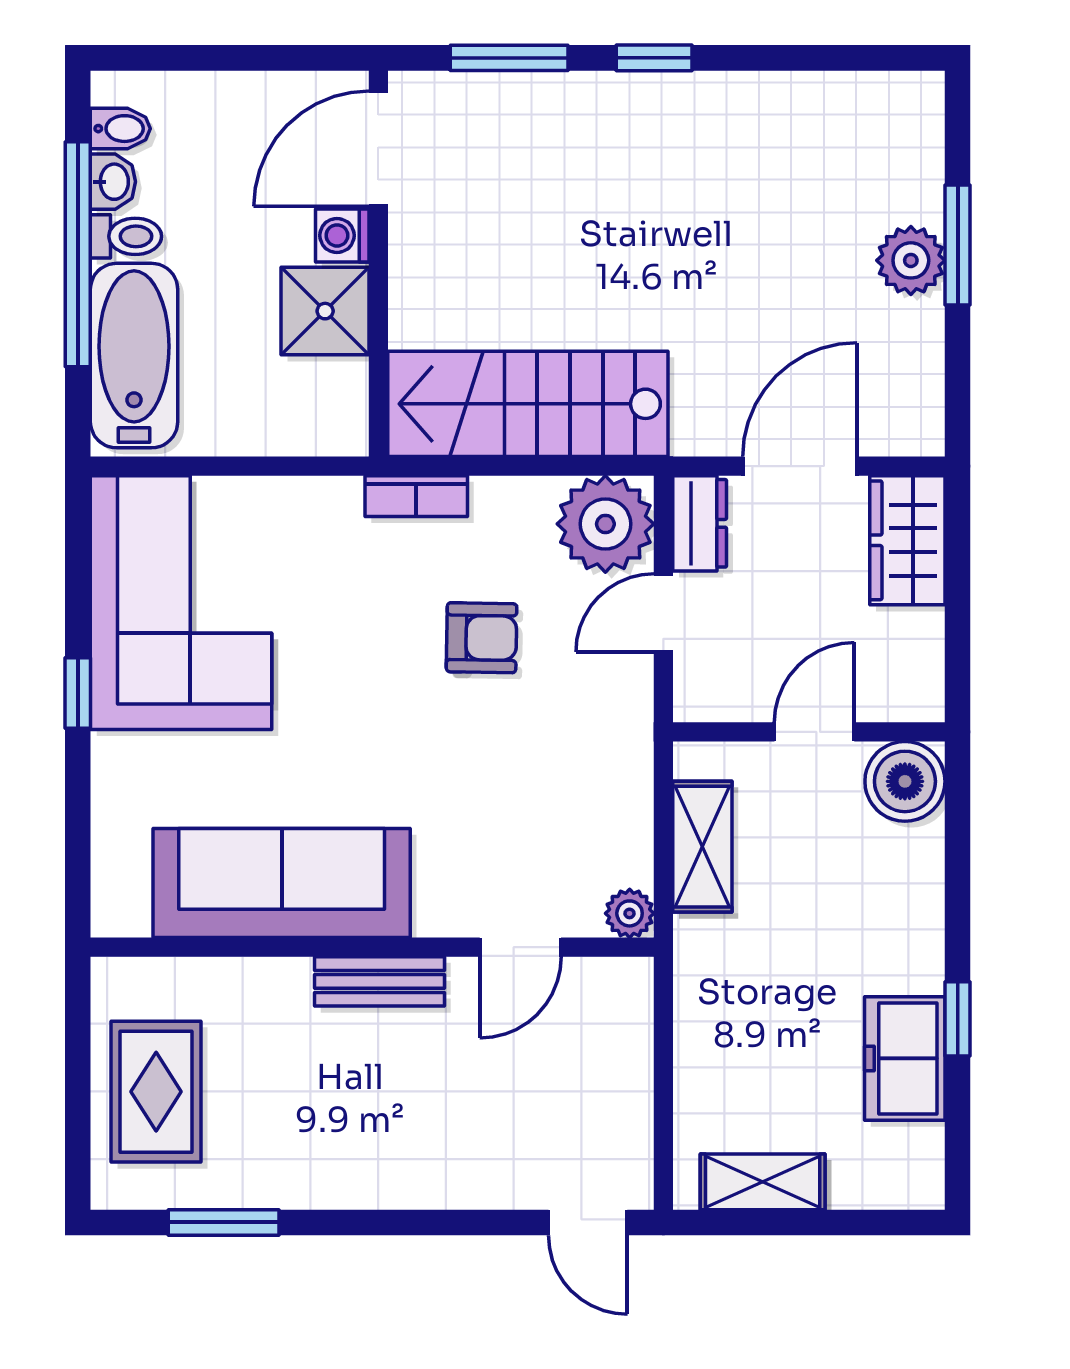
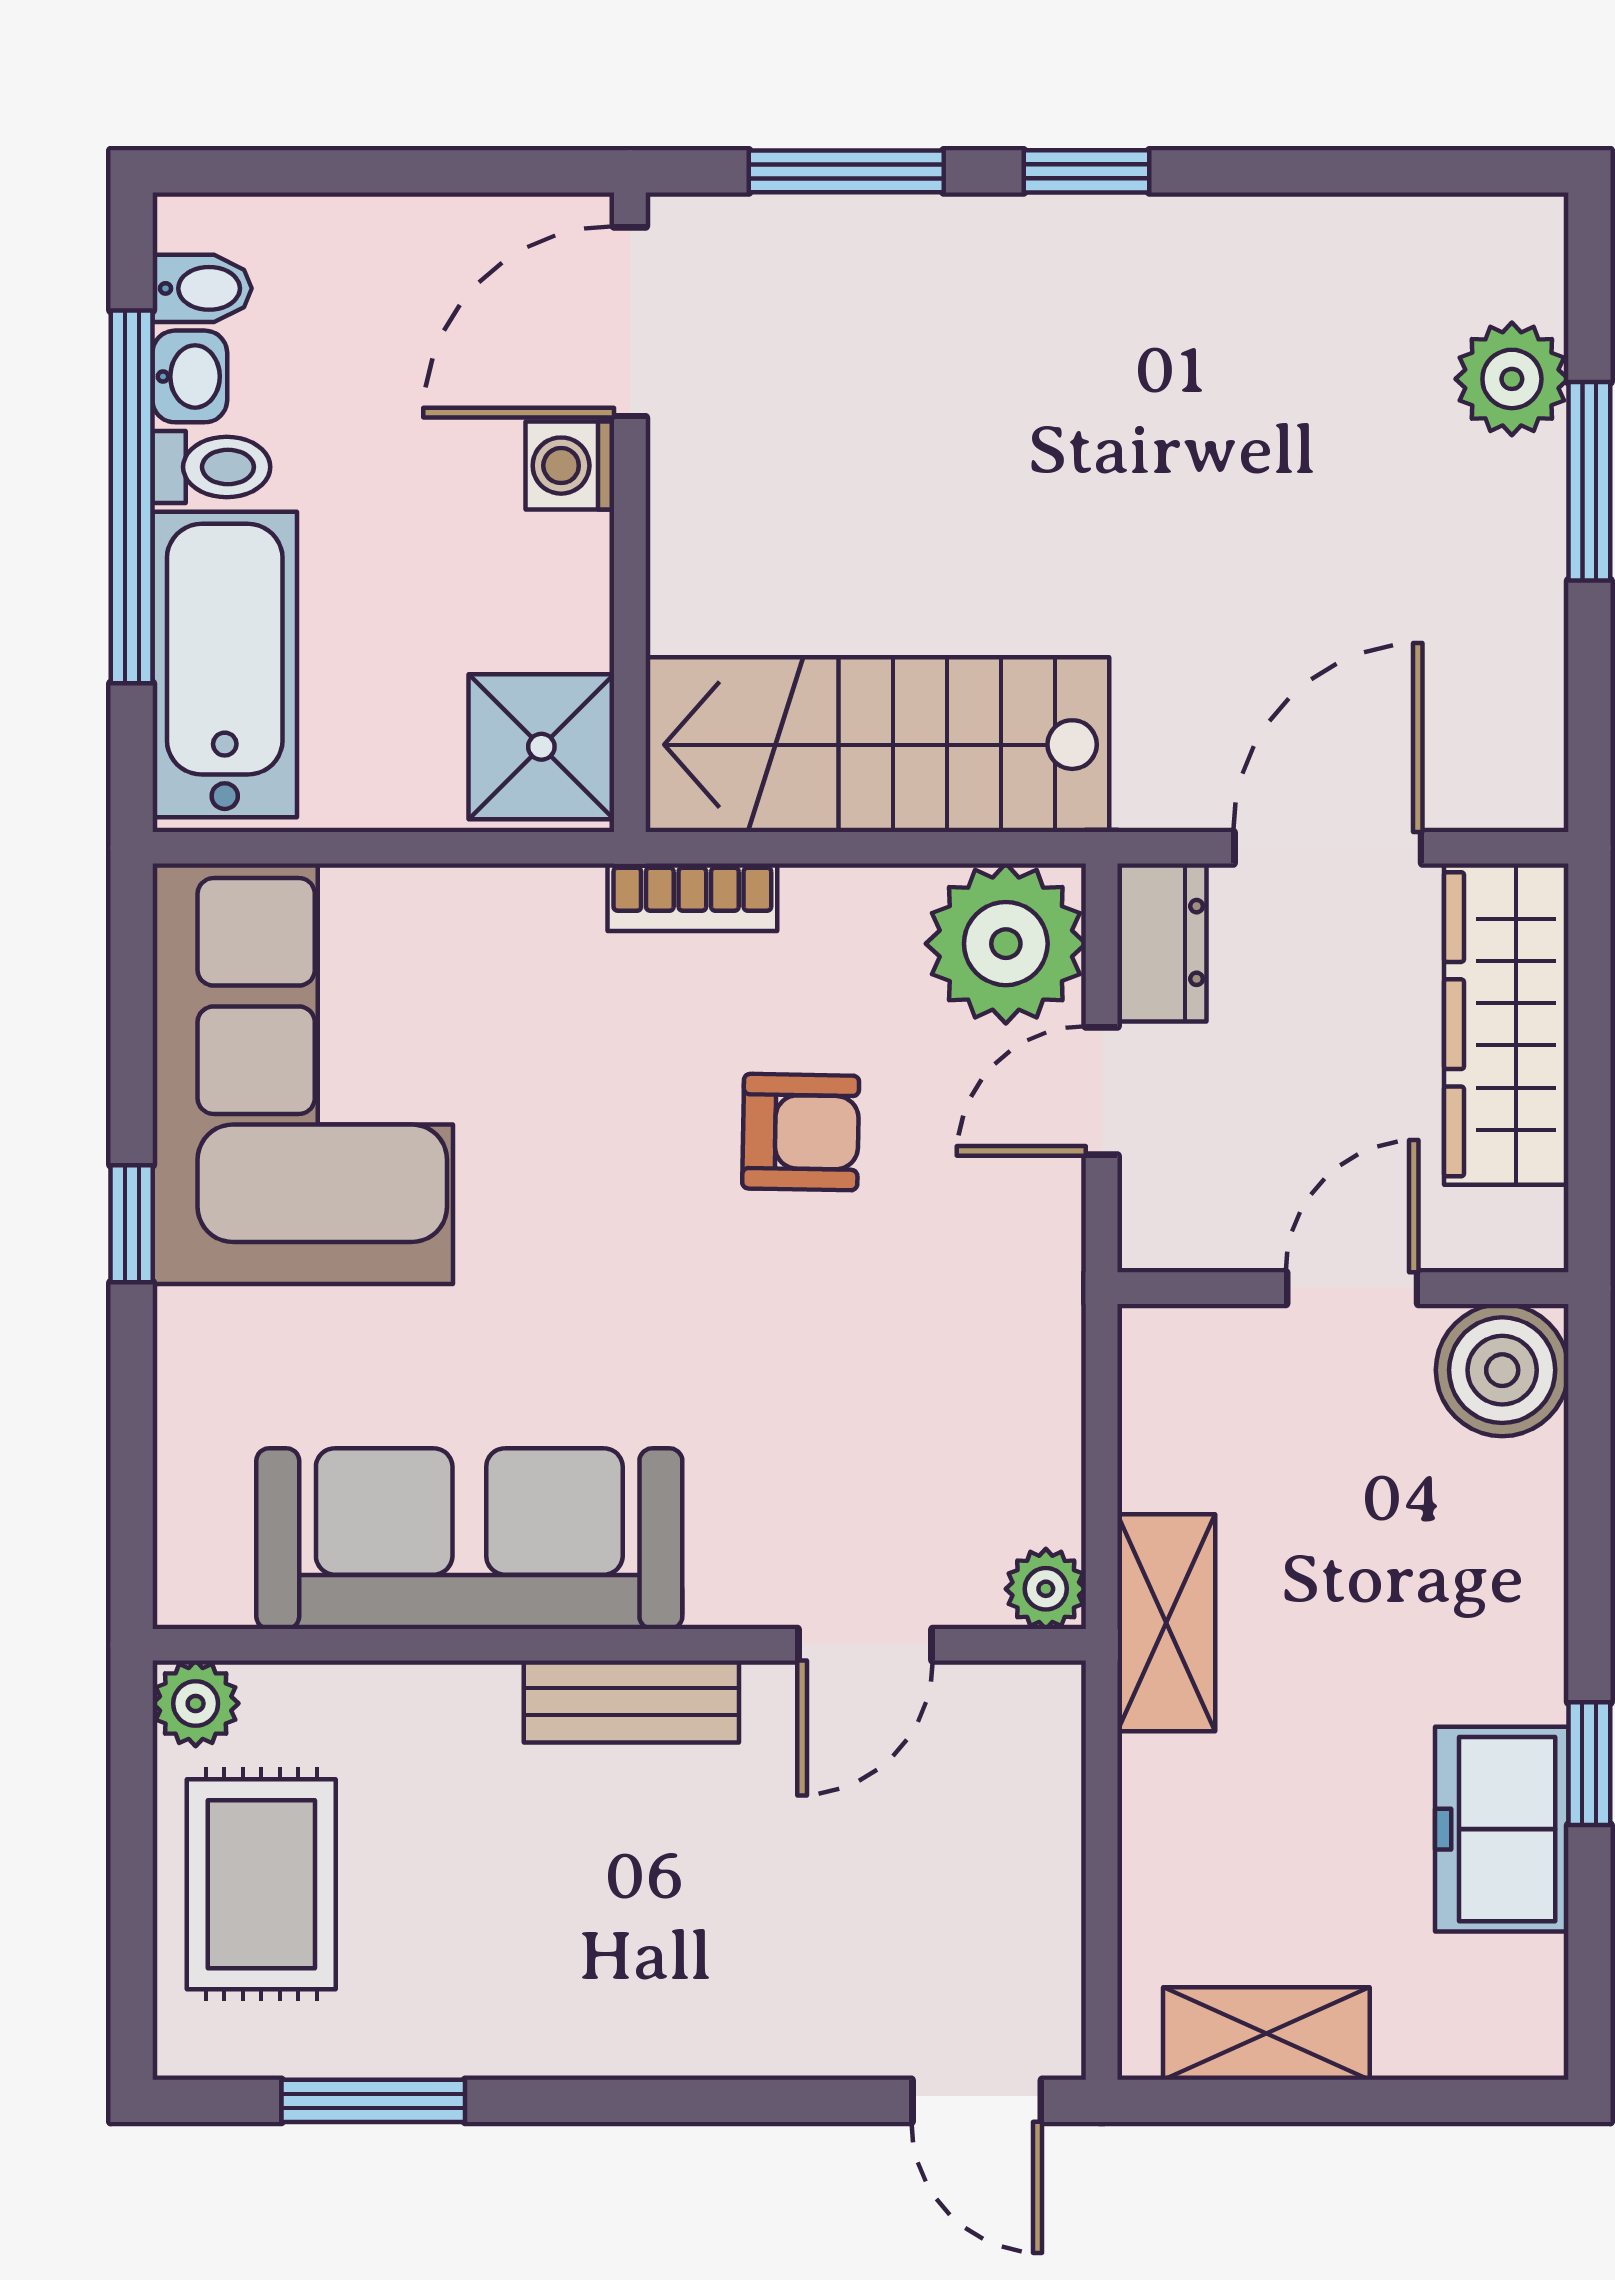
plant: (911, 260) -> (1512, 379), moved
shower: (325, 311) -> (541, 747), moved
wardrobe: (907, 540) -> (1506, 1024), width x1.50
shelving: (702, 847) -> (1166, 1623), moved
plant: (116, 983) -> (196, 1703), added

